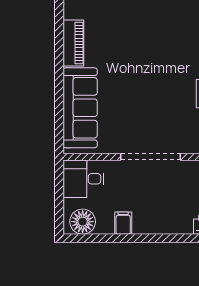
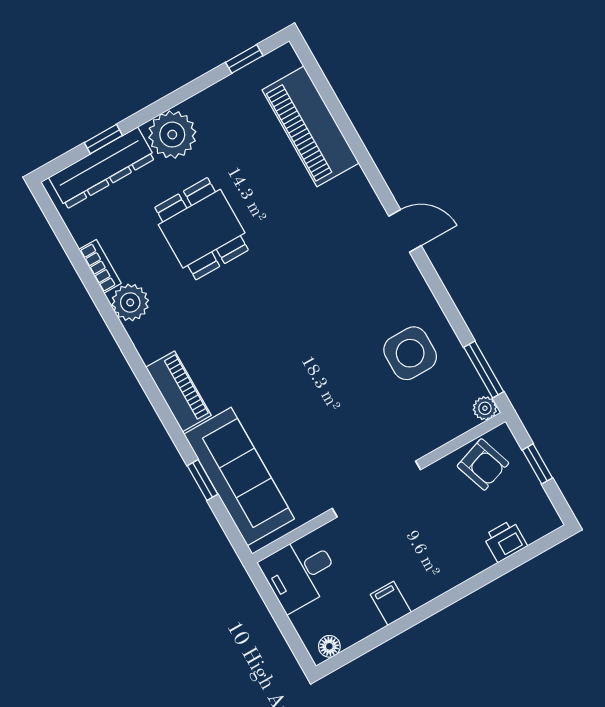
window: (59, 98) -> (203, 480), added
floor lamp: (83, 222) -> (329, 646), width x0.53, depth x0.53

